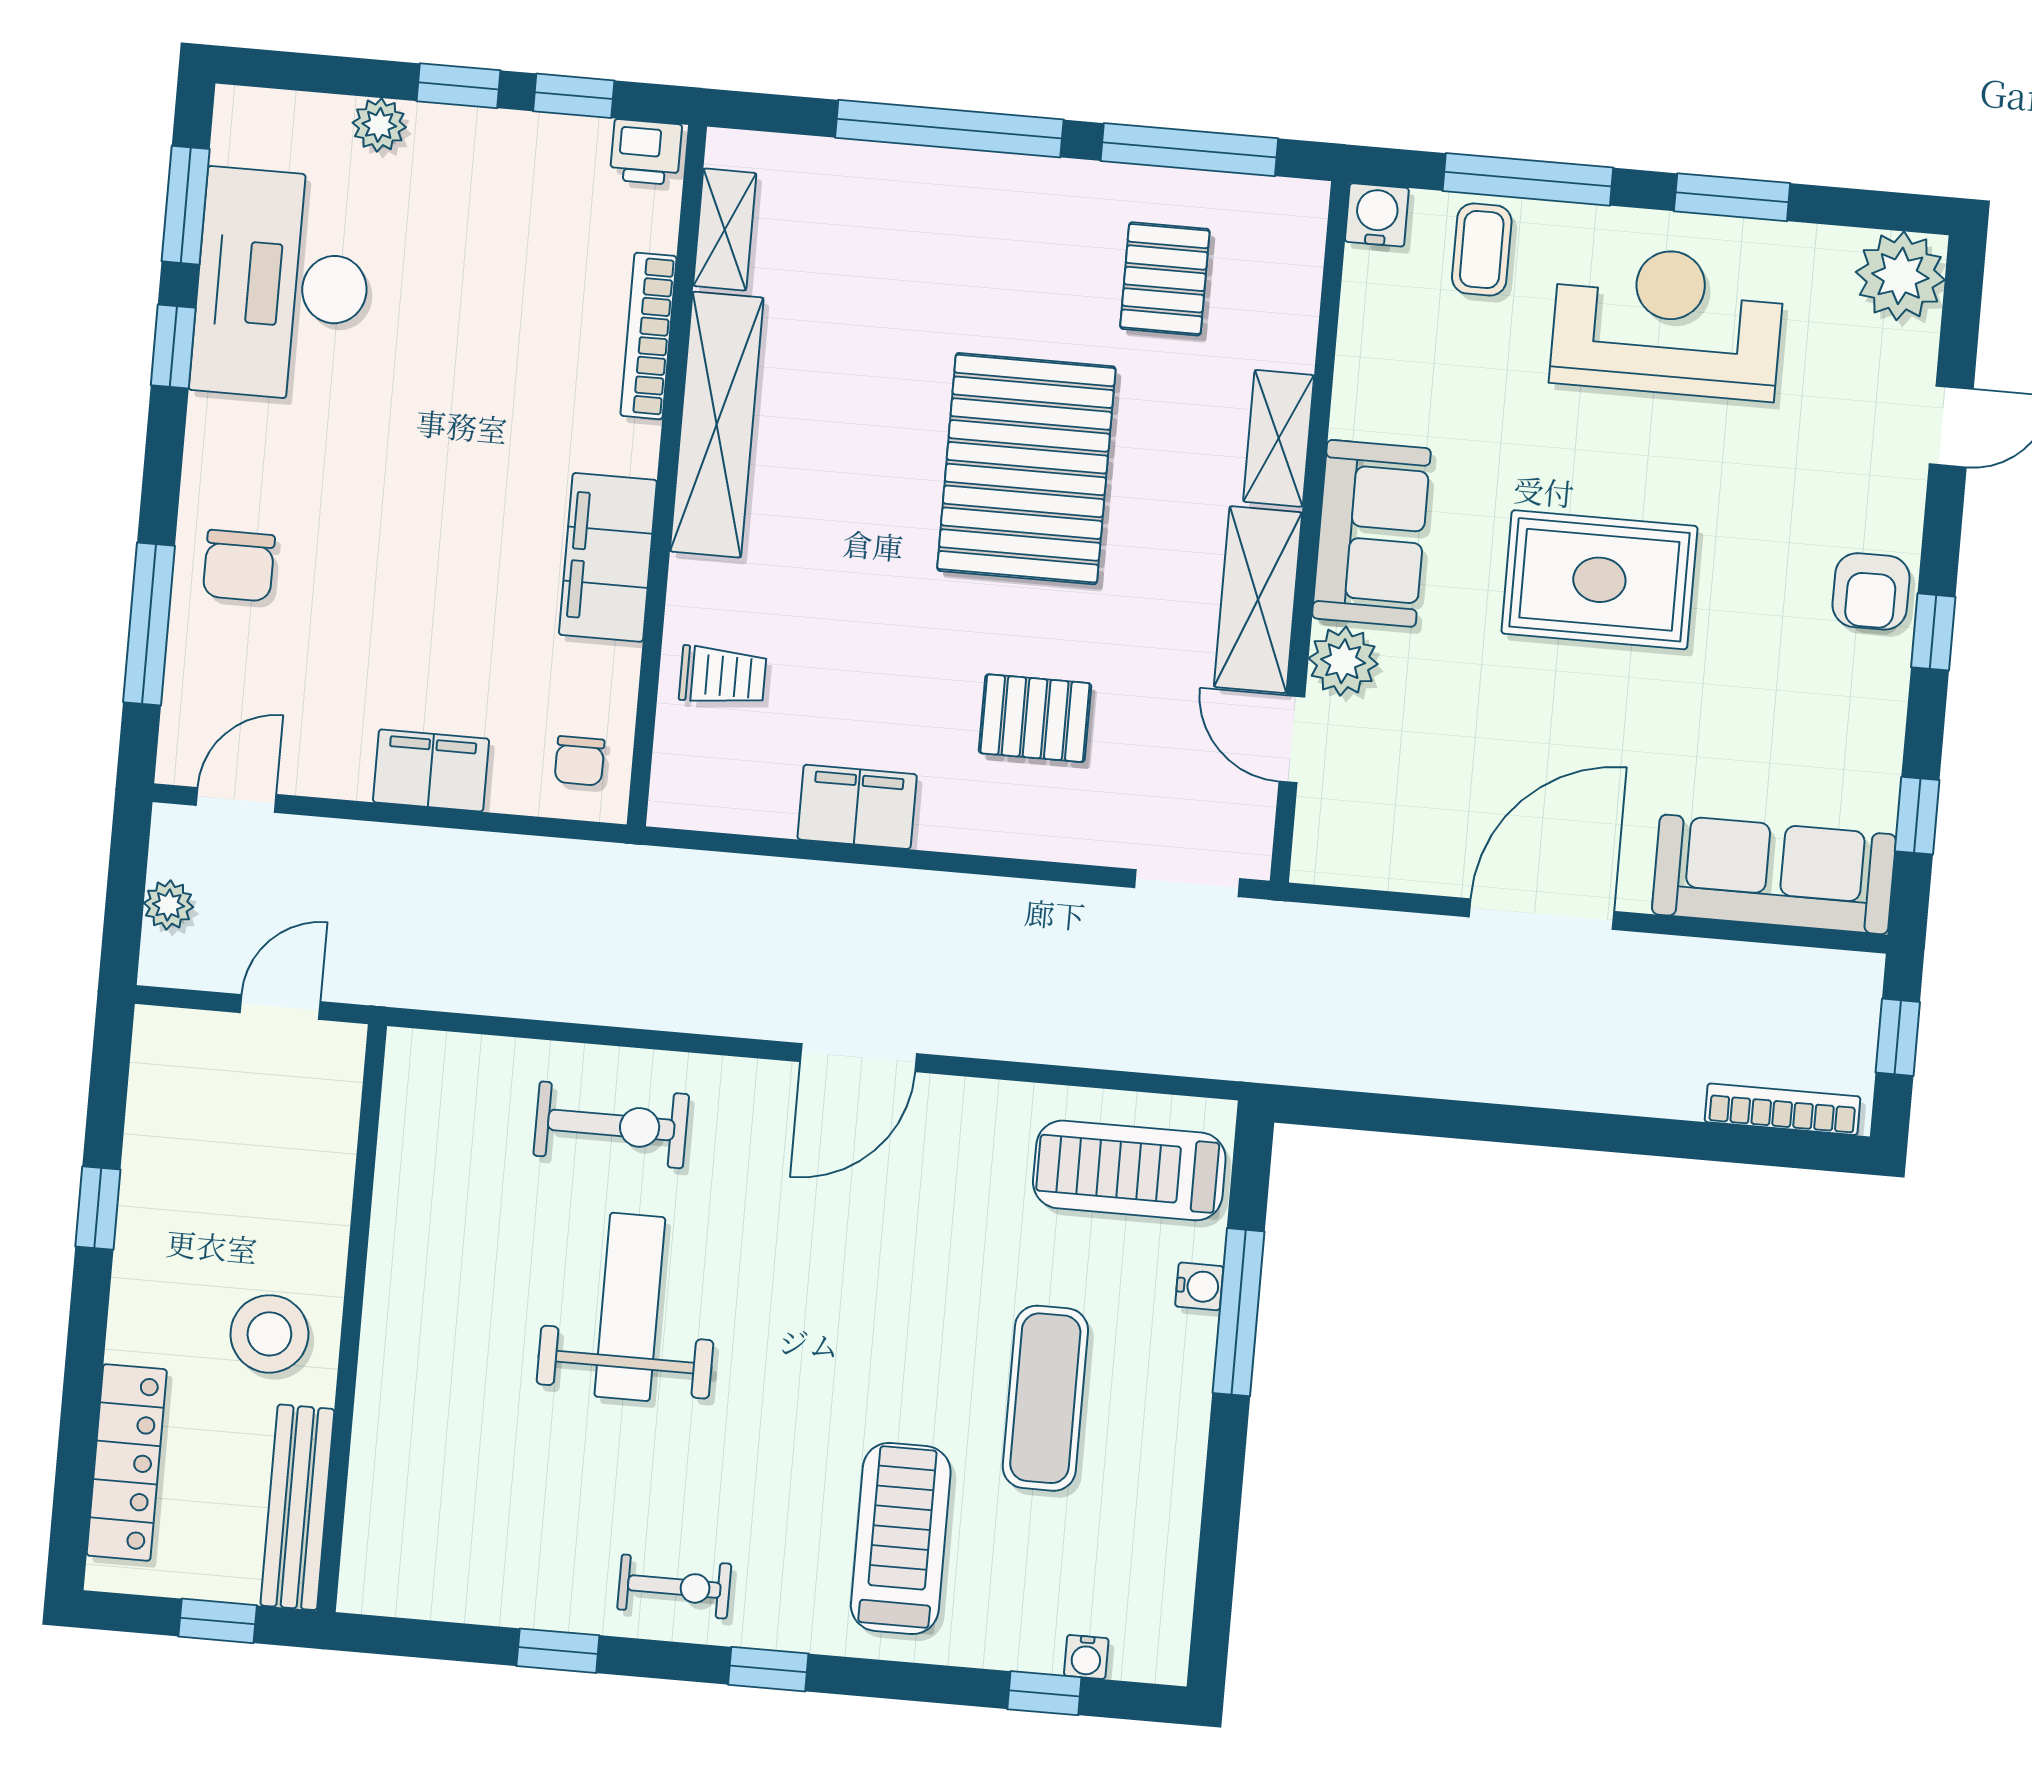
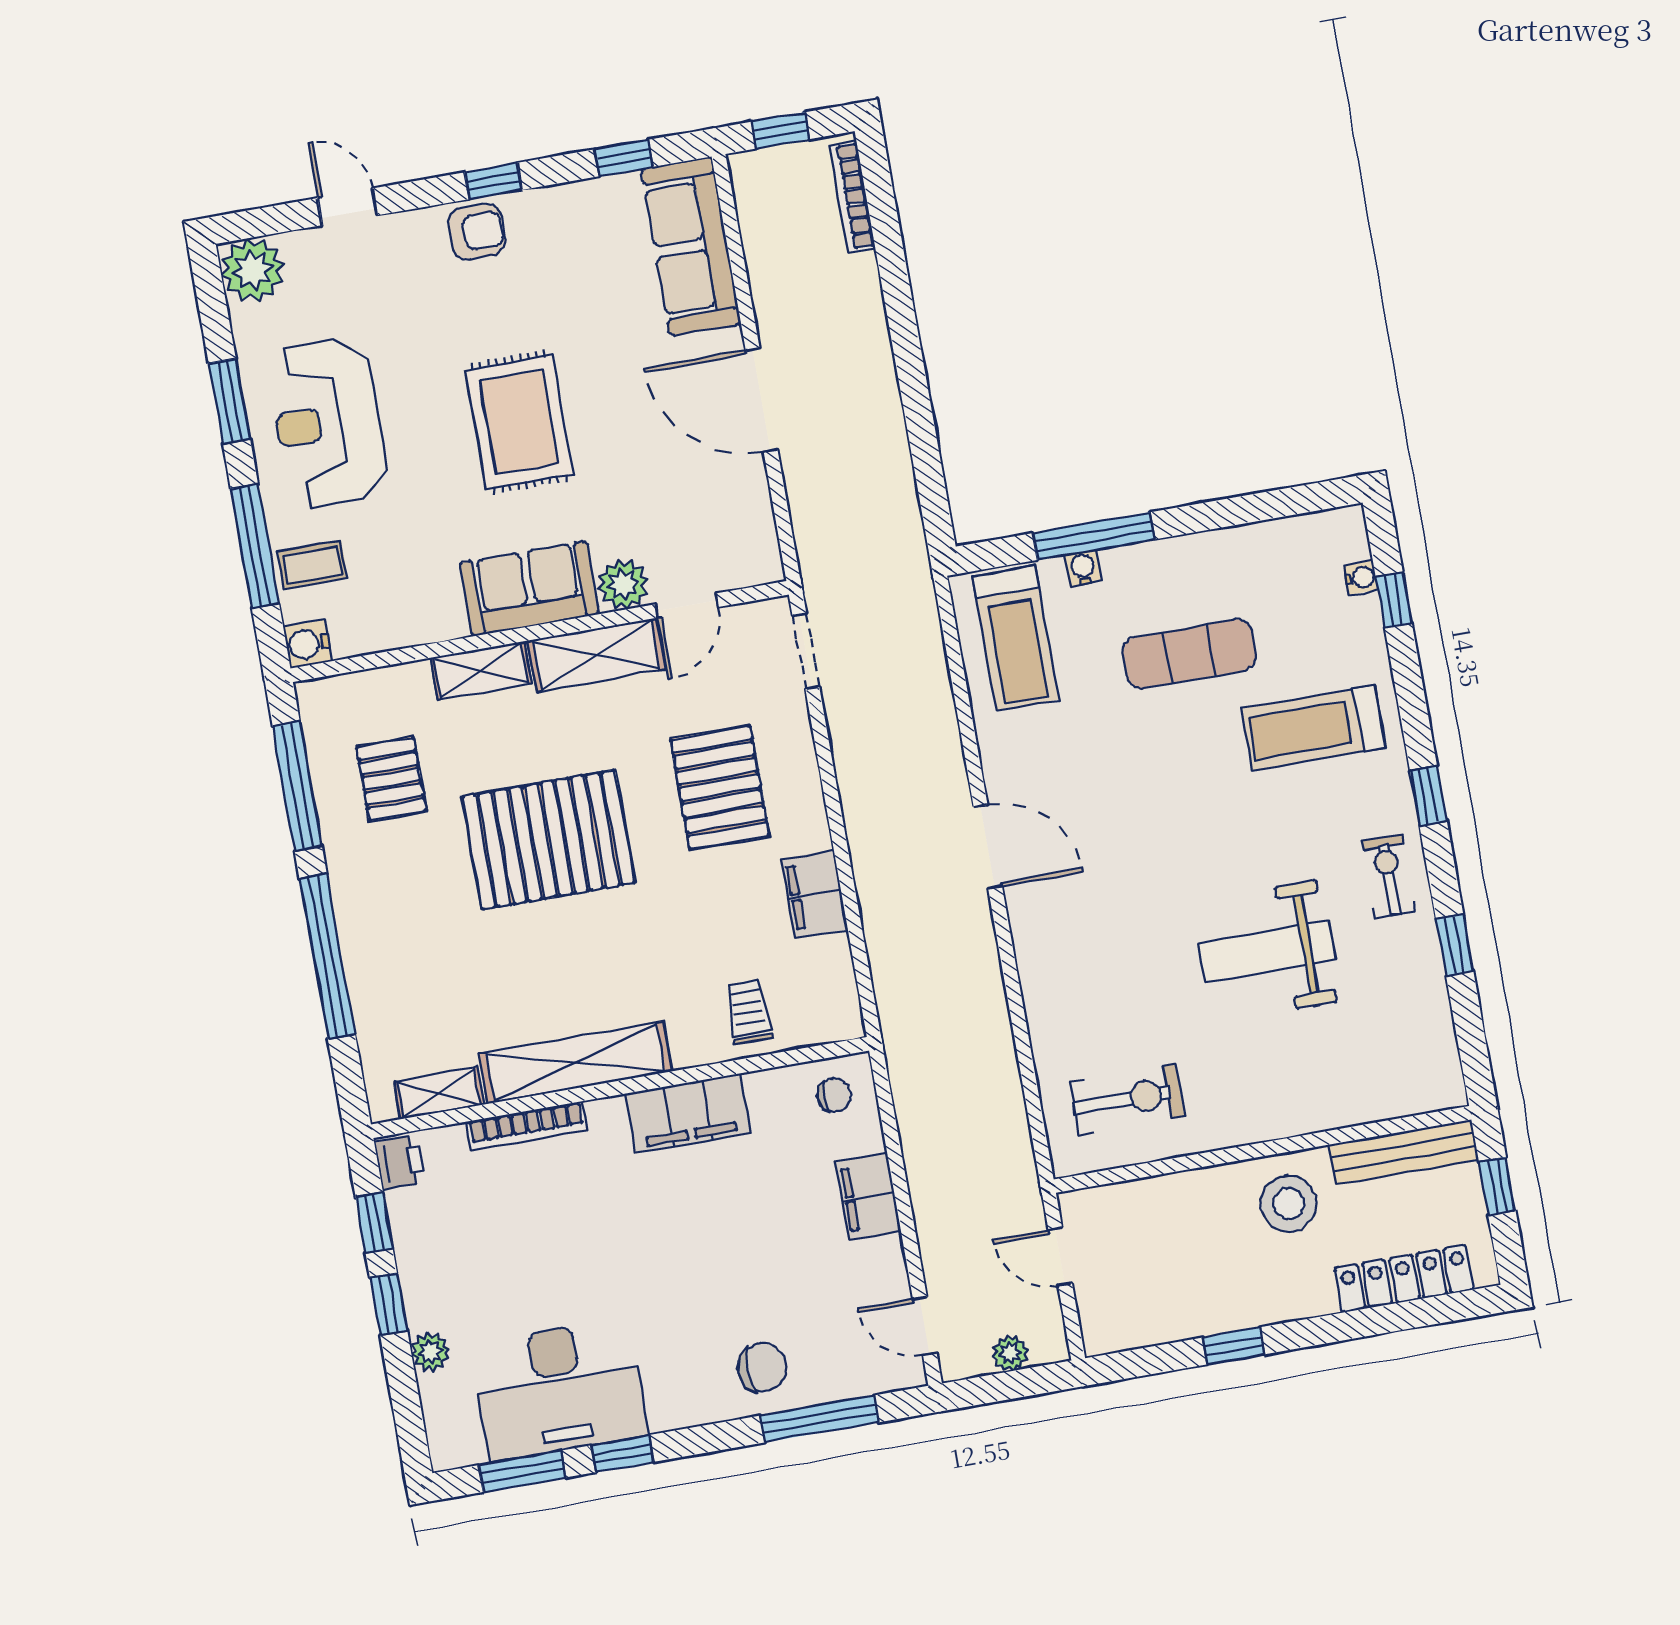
pallet: (1165, 279) -> (391, 779), turned 90
pallet: (1035, 718) -> (720, 787), width x1.50, depth x1.42
exercise bike: (611, 1125) -> (1127, 1099), moved, turned 90
weight bench: (630, 1307) -> (1267, 951), moved

